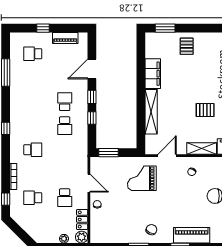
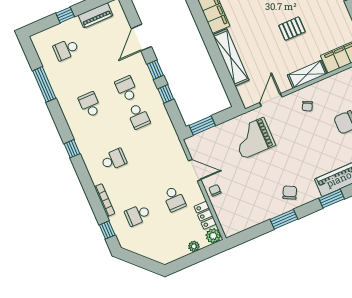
school desk: (33, 102) -> (90, 105), added

